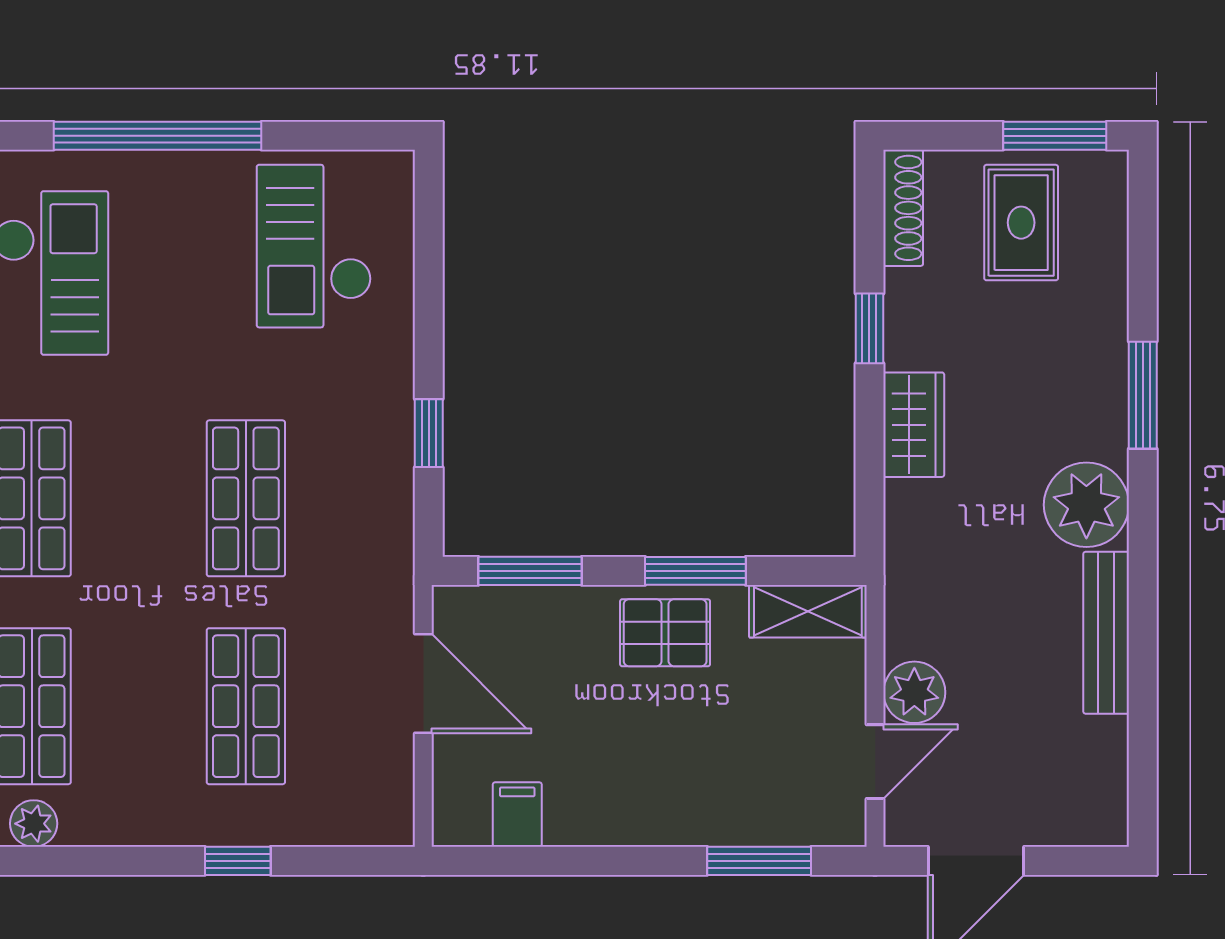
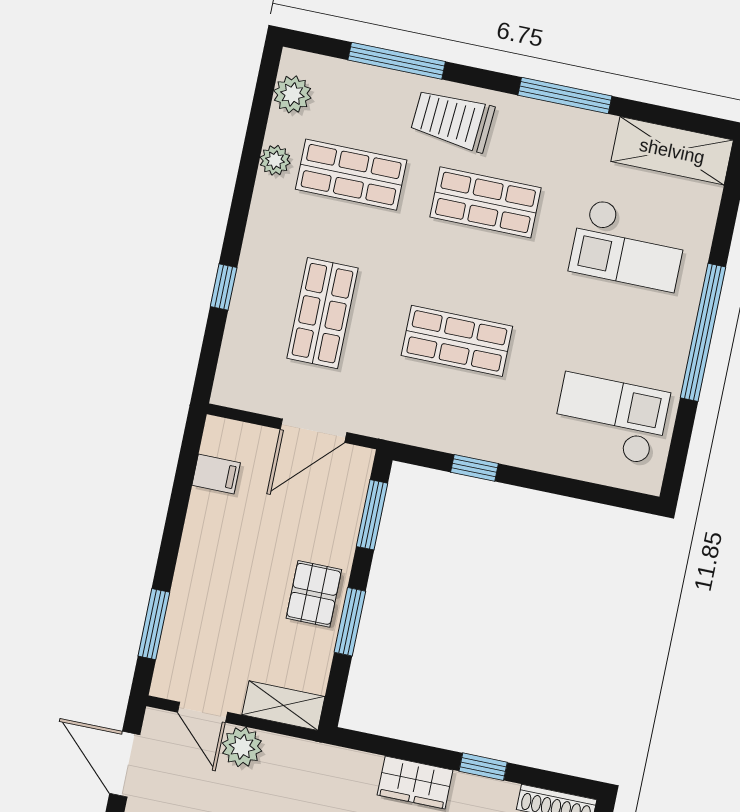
shelving: (808, 611) -> (283, 706), moved, turned 90
shop shelf: (246, 706) -> (322, 313), turned 90

